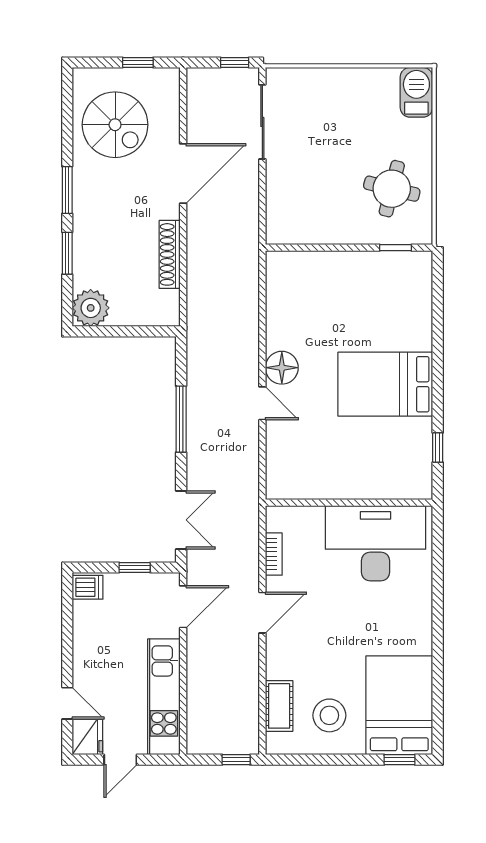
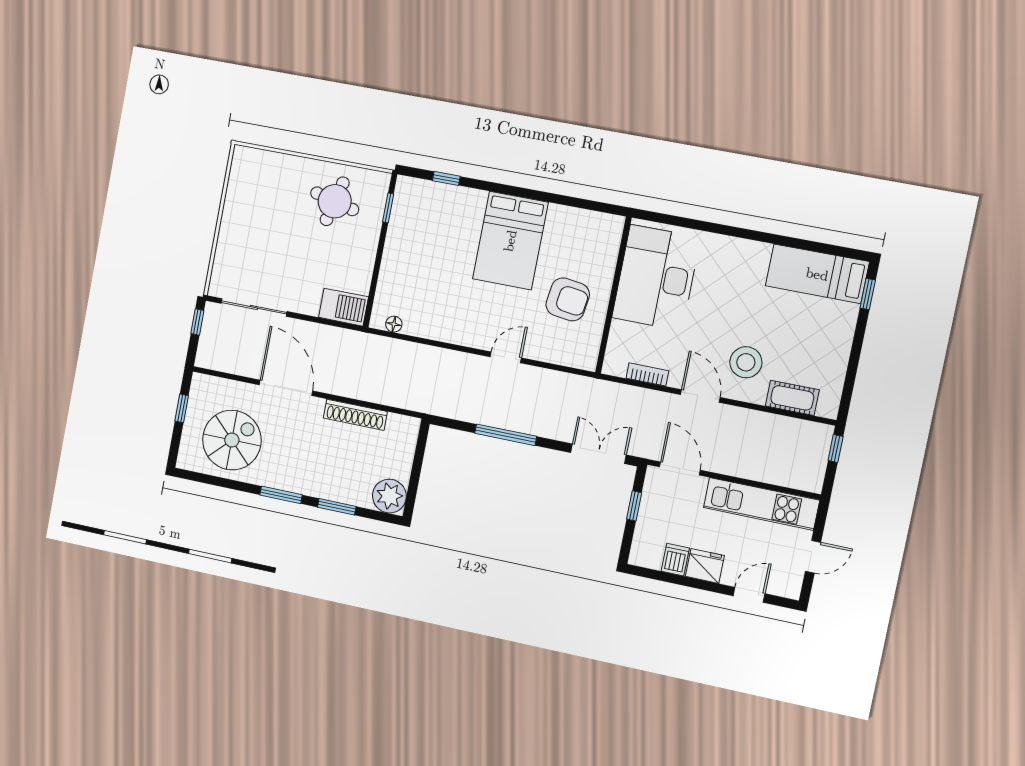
barbecue: (416, 92) -> (344, 307), moved, turned 180
floor lamp: (282, 368) -> (394, 324), moved, width x0.53, depth x0.53
window: (438, 448) -> (446, 178), moved
armchair: (335, 456) -> (568, 299), added
dishwasher: (88, 587) -> (675, 560), moved
bed: (399, 705) -> (817, 274), width x0.67
stool: (329, 715) -> (746, 362), moved
fridge: (87, 737) -> (705, 566), moved
door: (120, 760) -> (813, 557), hinge flipped

